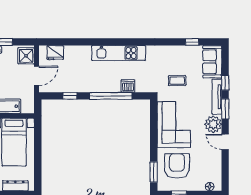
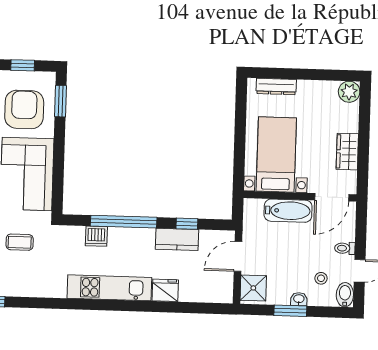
fridge: (55, 53) -> (165, 290), moved
kitchen counter: (76, 86) -> (177, 239), added
armchair: (177, 166) -> (24, 109), turned 180

